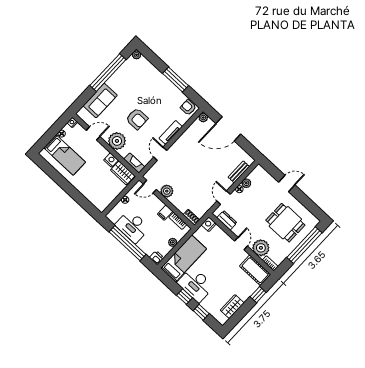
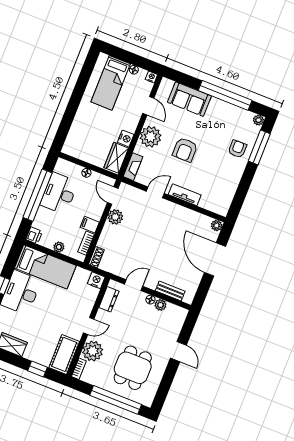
window: (176, 79) -> (259, 147), moved
armchair: (188, 107) -> (237, 149), moved

